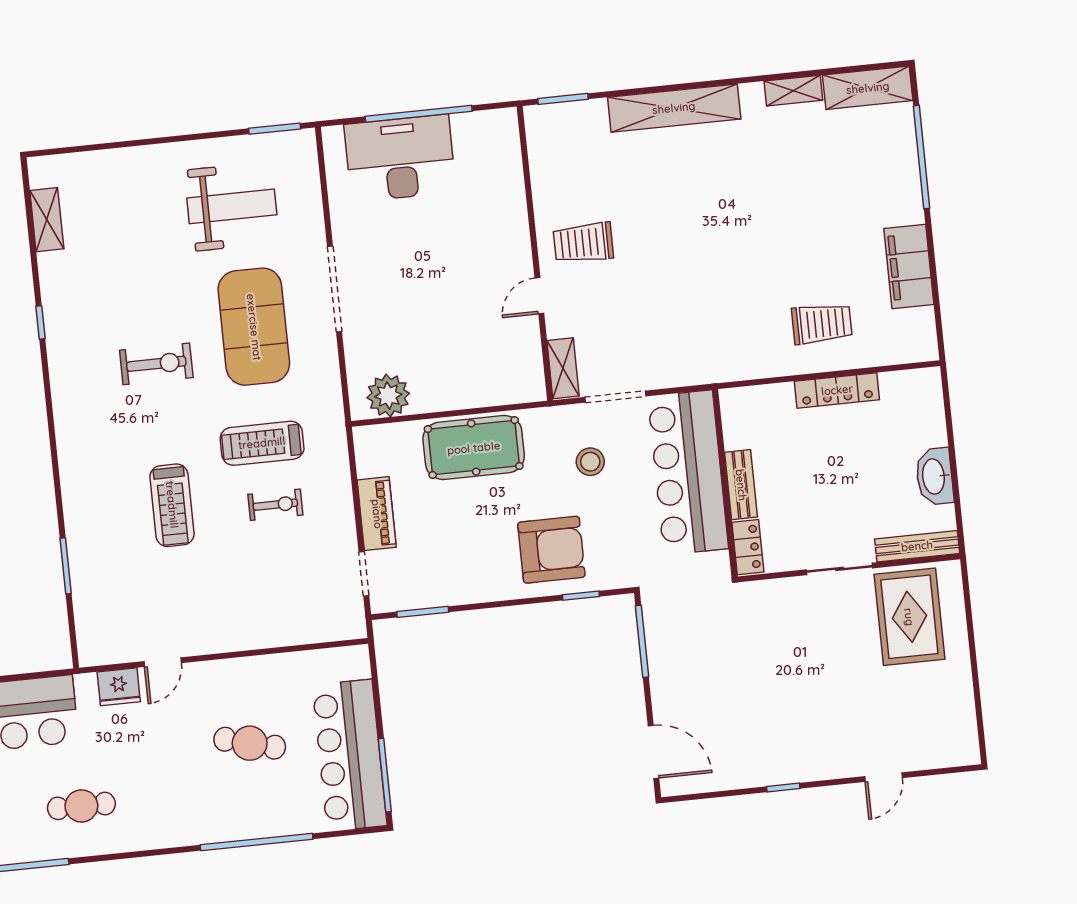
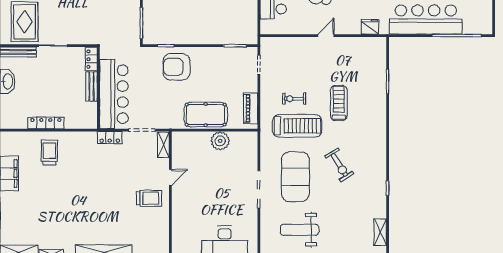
trolley: (822, 324) -> (49, 153), turned 90
exercise bike: (156, 364) -> (339, 165), turned -122
locker: (687, 372) -> (110, 138), added
plant: (388, 396) -> (220, 141), moved
treadmill: (262, 443) -> (297, 126), width x1.37, depth x1.38
stool: (590, 462) -> (156, 103), removed
piano: (377, 514) -> (251, 108), moved
door: (163, 662) -> (326, 36), moved

